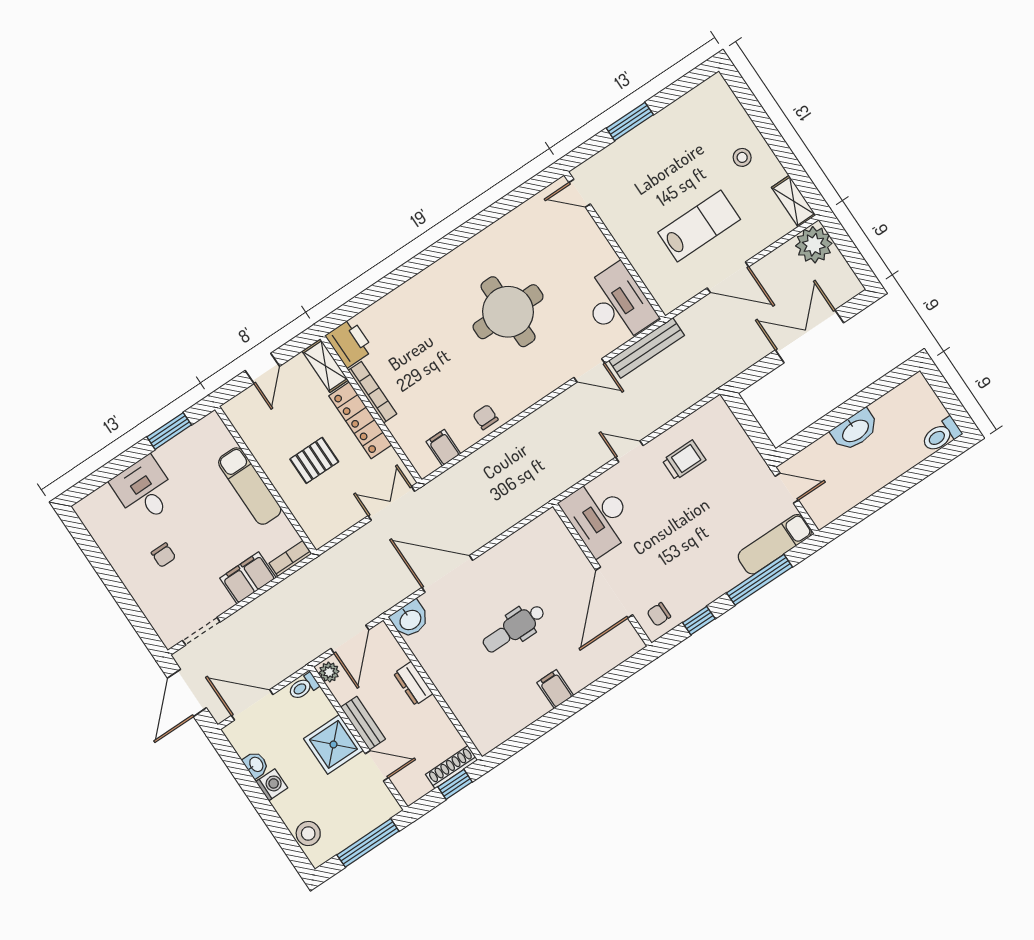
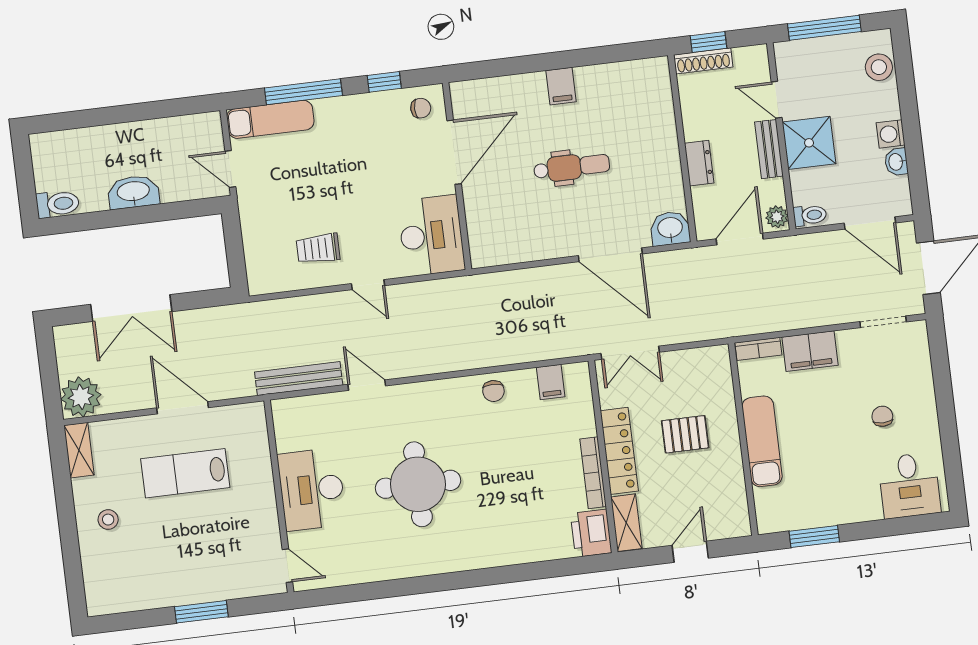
desk: (618, 304) -> (312, 489), moved
toilet: (941, 435) -> (58, 204), moved
desk: (144, 490) -> (909, 485), moved

